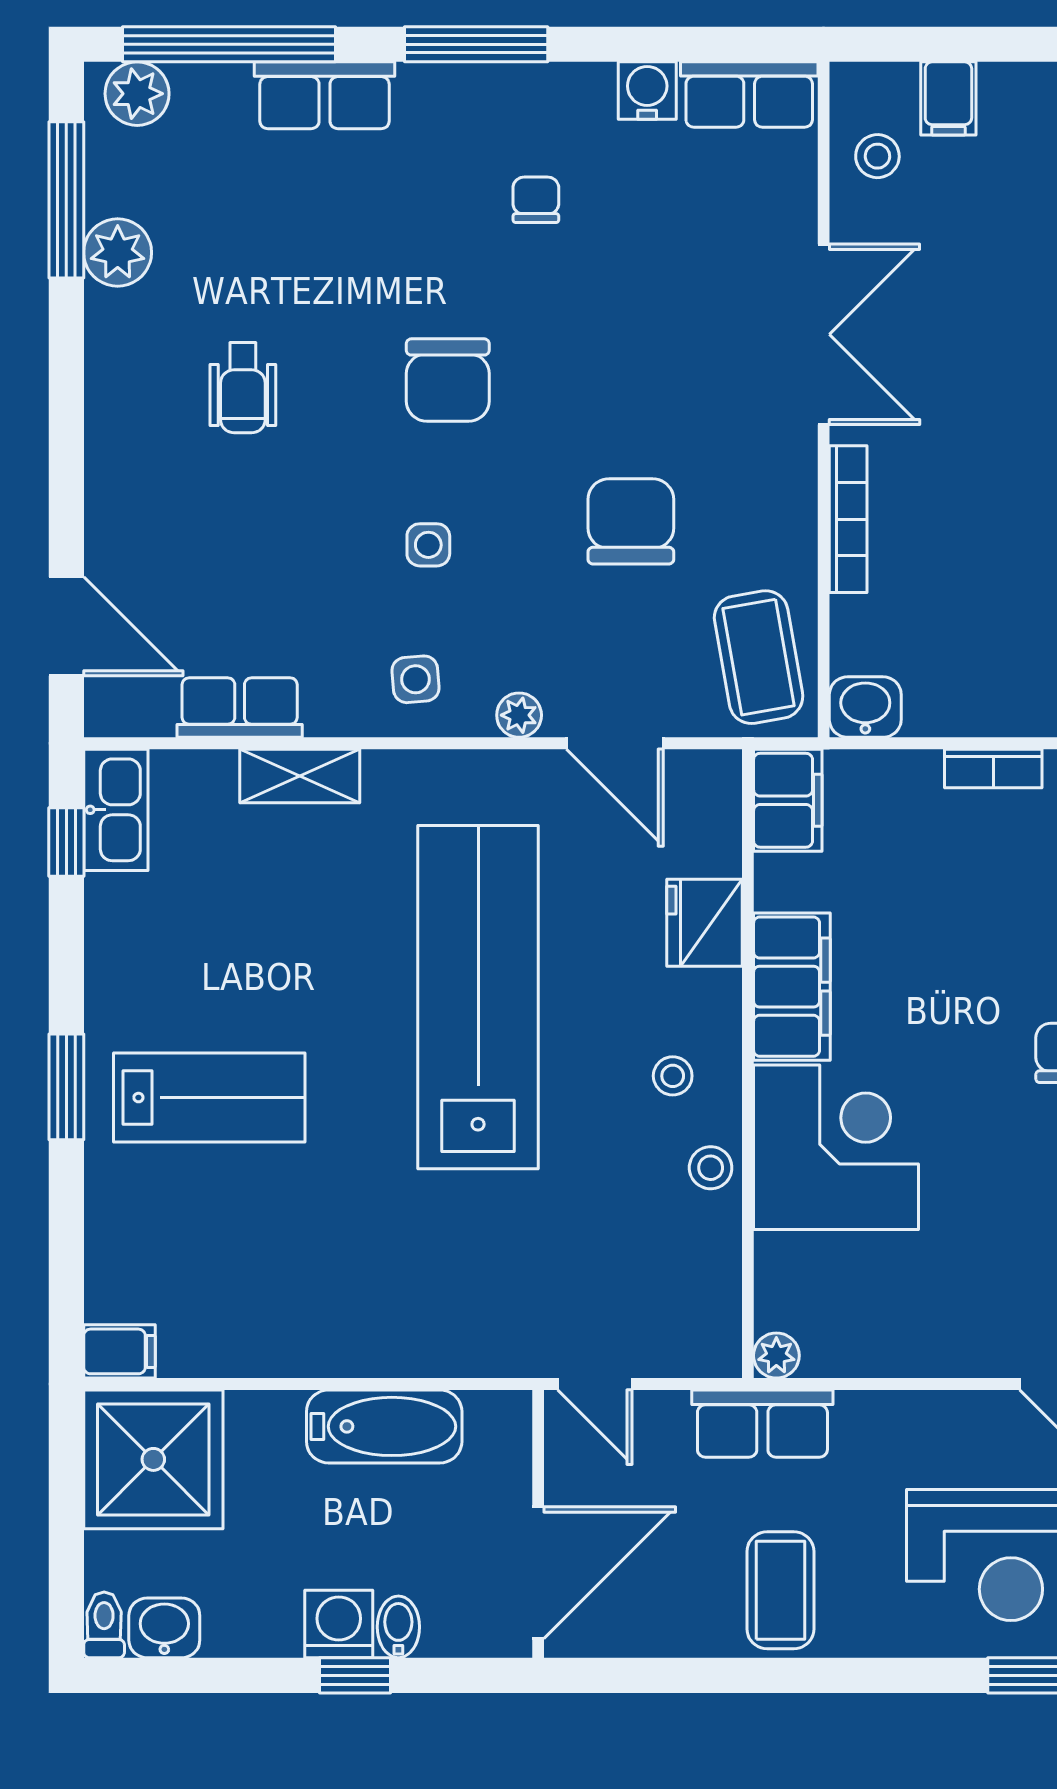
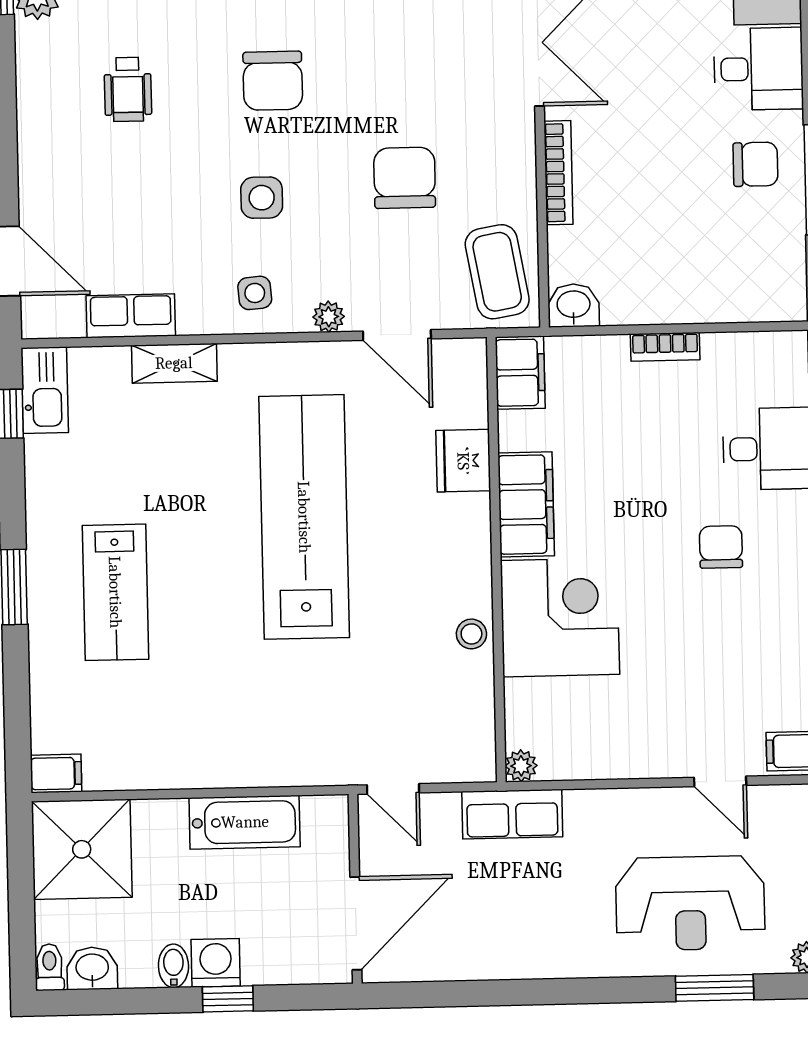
side table: (428, 545) -> (262, 198), width x1.37, depth x1.37
stool: (673, 1076) -> (443, 570), removed
lab bench: (209, 1098) -> (115, 592), turned 90
coffee table: (780, 1590) -> (528, 932), removed
bidet: (398, 1627) -> (173, 966), moved

